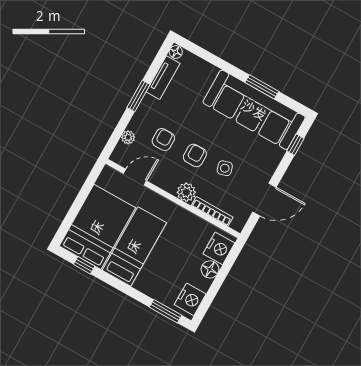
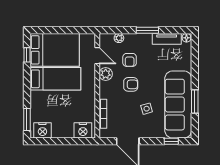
armchair: (163, 140) -> (130, 60), turned 90
side table: (225, 168) -> (147, 109), moved
plant: (186, 192) -> (106, 74), moved
floor lamp: (210, 269) -> (67, 132), removed

